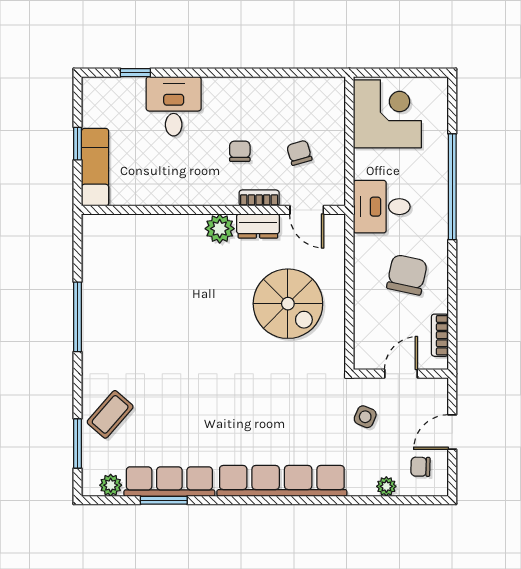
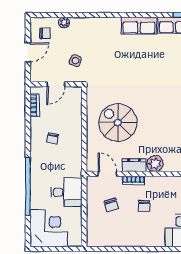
corner desk: (387, 114) -> (49, 228), moved, turned 180
desk: (382, 207) -> (66, 192), moved
chair: (407, 275) -> (53, 138), width x0.54, depth x0.54
row of seats: (282, 481) -> (139, 26), width x0.50

